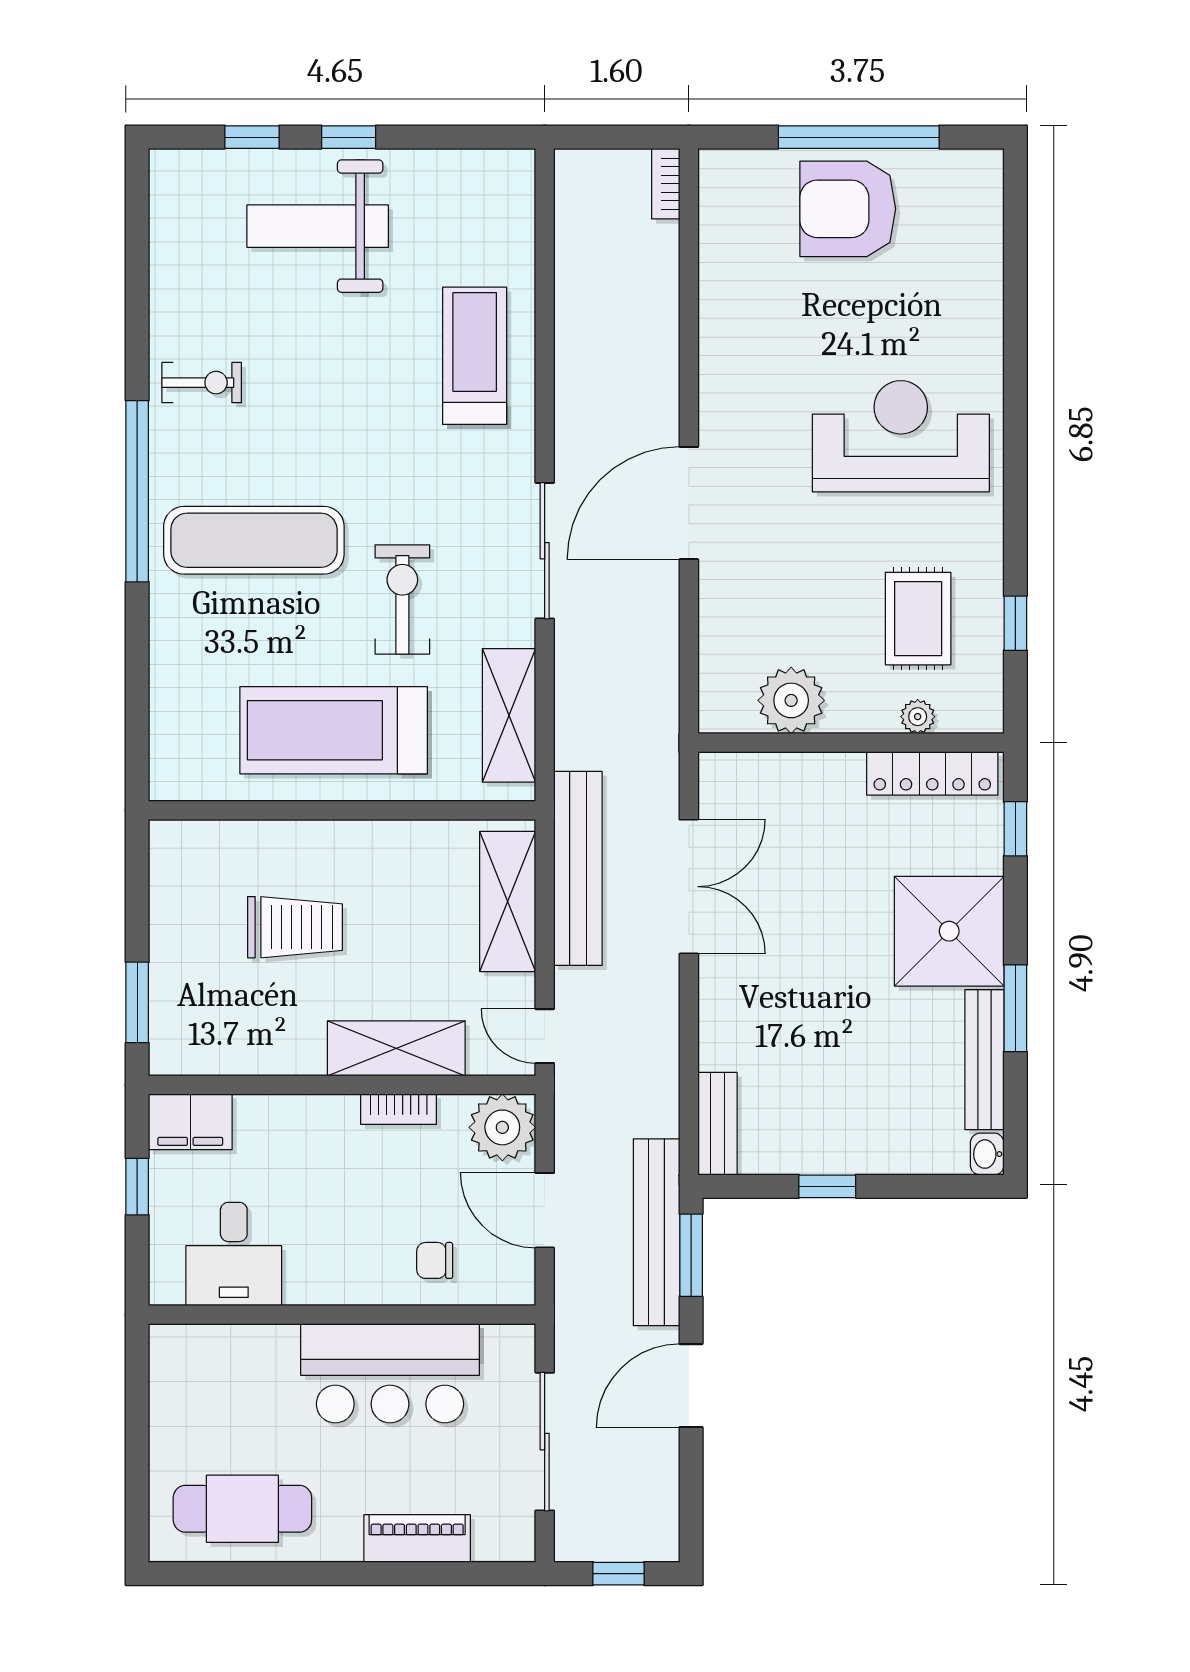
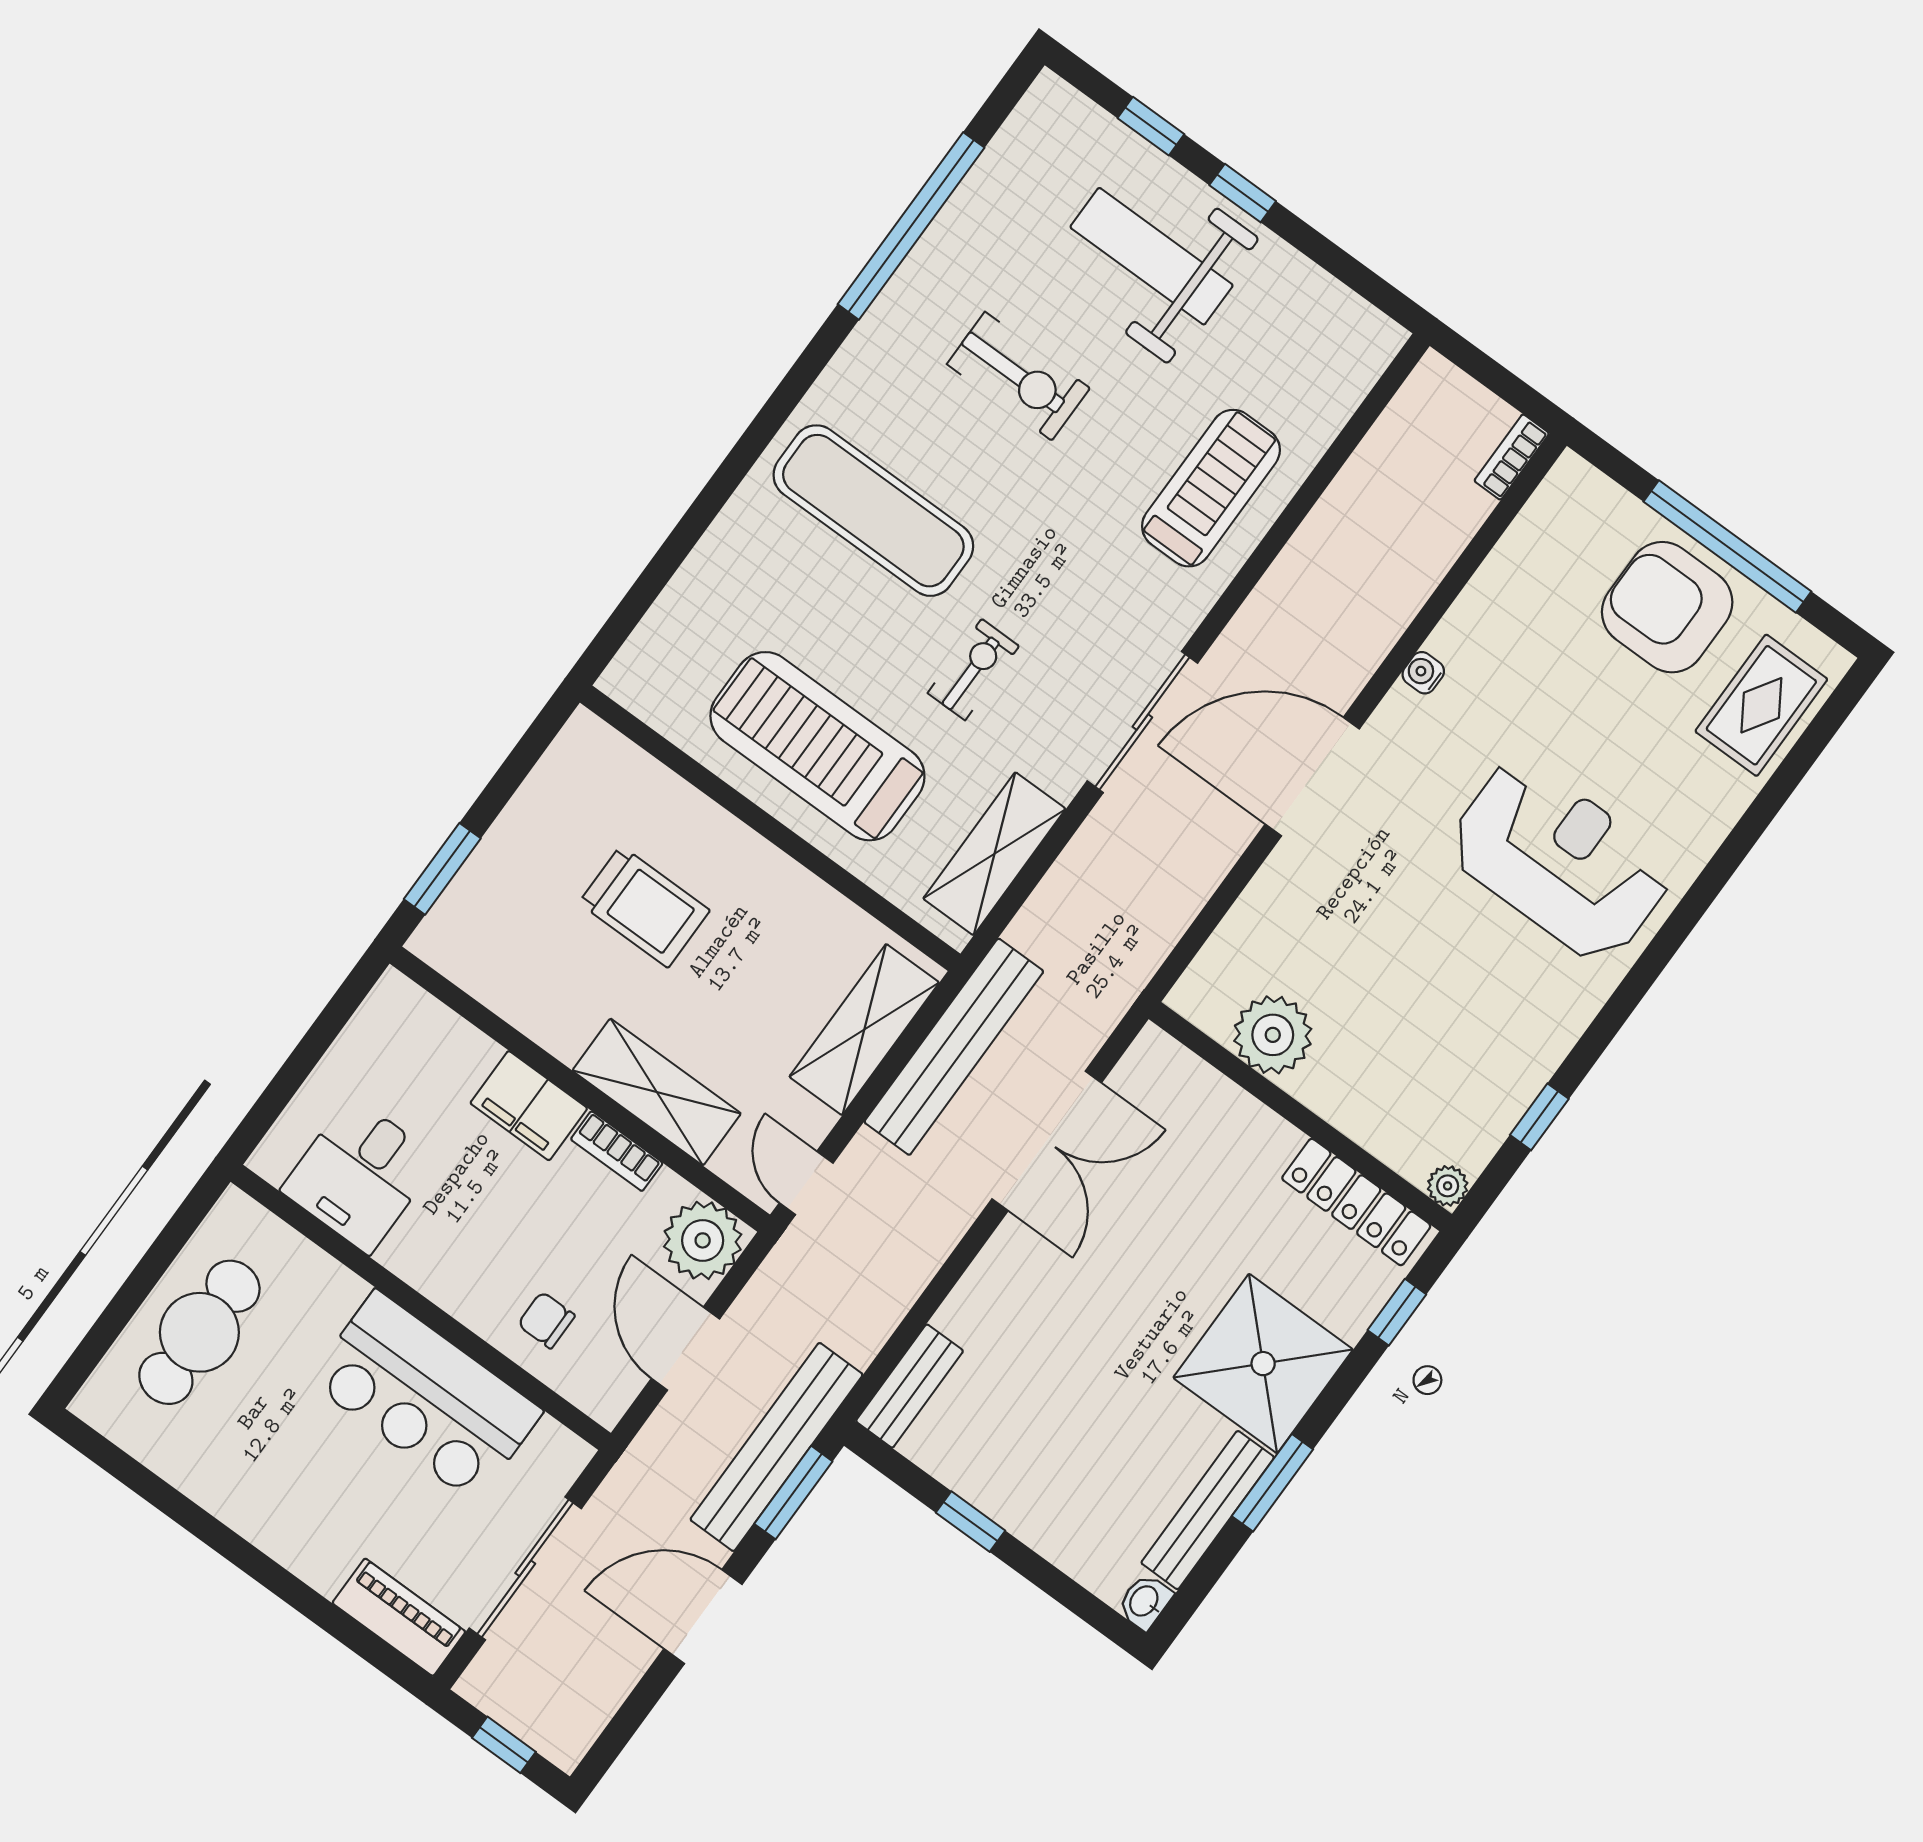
water cooler: (713, 376) -> (1423, 673), added
exercise bike: (202, 383) -> (1018, 376), moved, width x1.38, depth x1.39
window: (137, 491) -> (911, 226), moved
exercise bike: (402, 599) -> (973, 670), width x0.73, depth x0.72
rug: (918, 619) -> (1761, 705), moved
plant: (918, 717) -> (1448, 1186), moved
filing cabinet: (190, 1122) -> (529, 1106), moved
window: (137, 1187) -> (315, 1044), removed
cafe table: (242, 1509) -> (199, 1332), moved, turned 90
piano: (417, 1539) -> (399, 1617), moved

